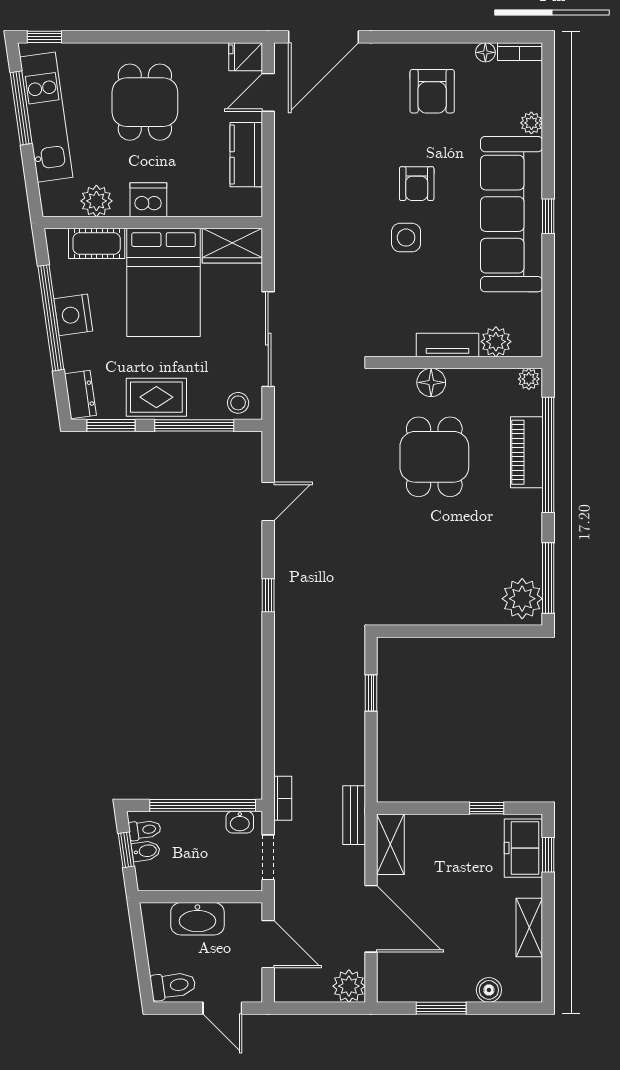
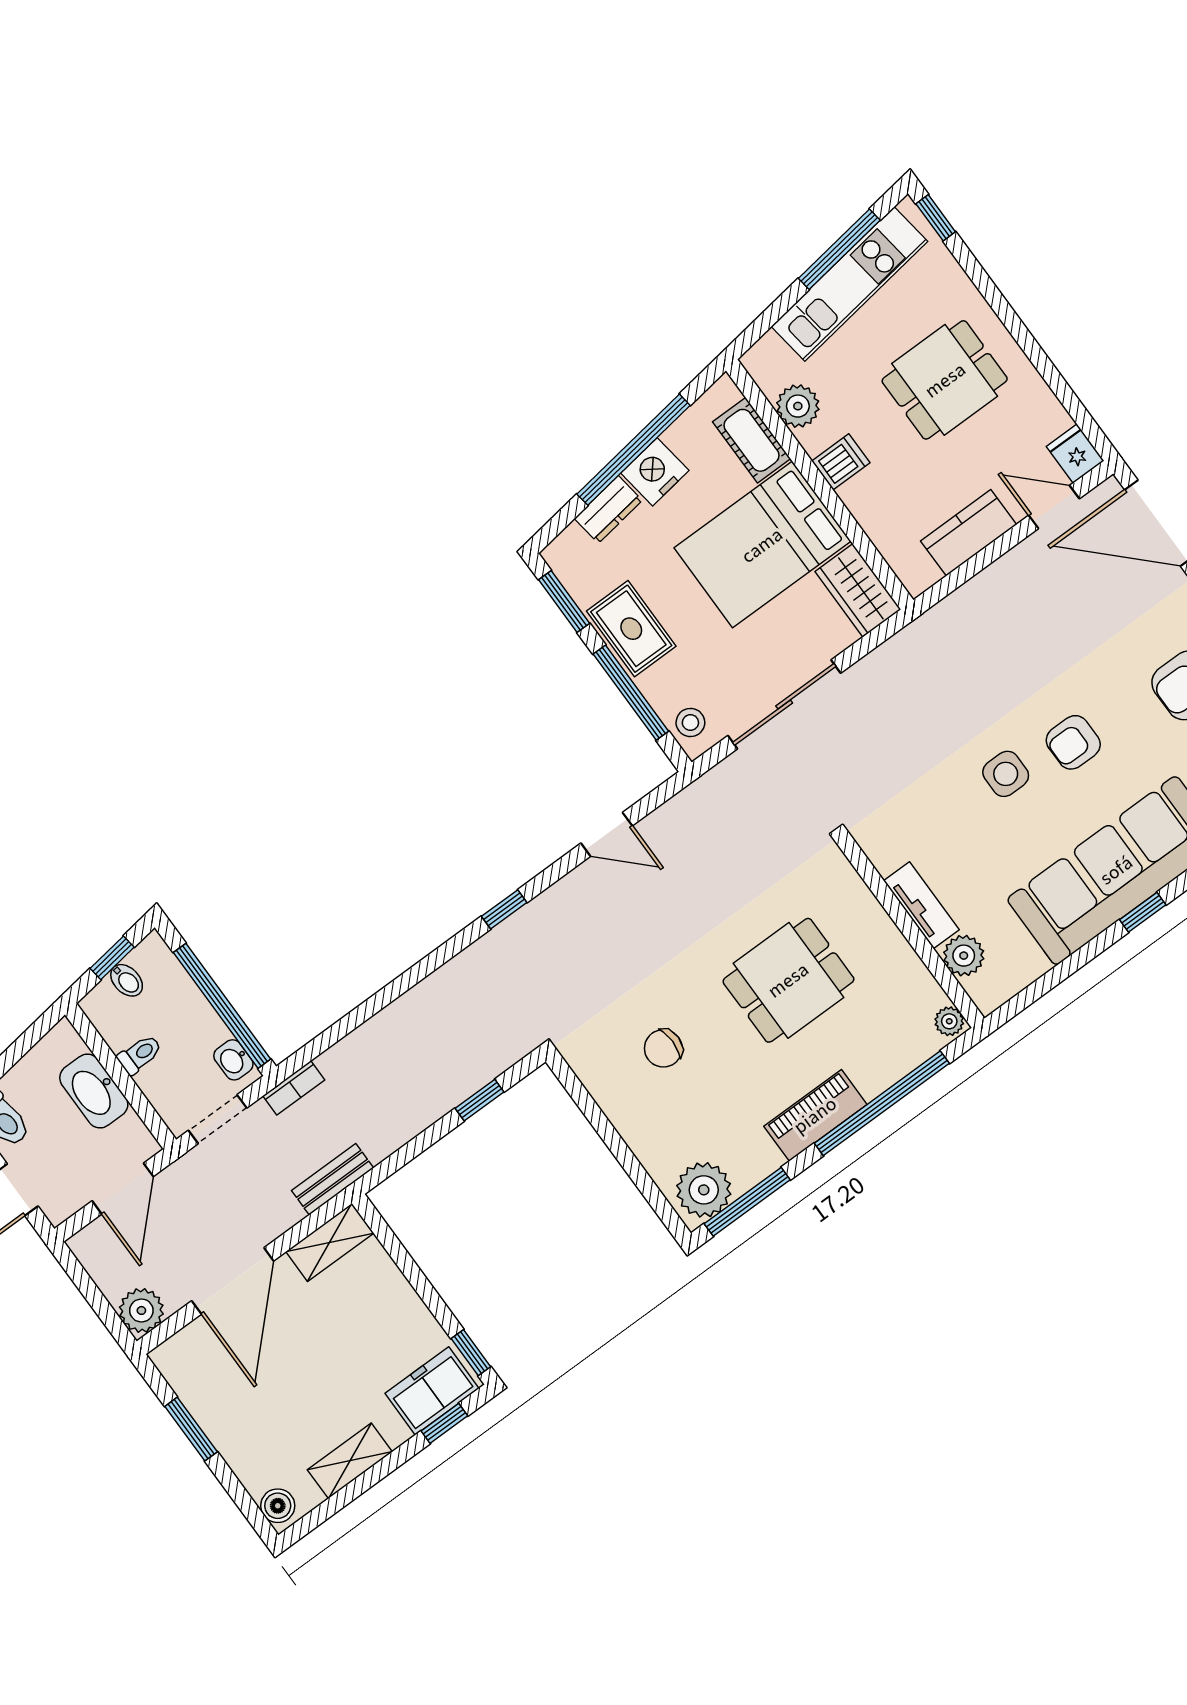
dishwasher: (148, 200) -> (841, 462), width x0.73
floor lamp: (431, 382) -> (867, 917), removed
dresser: (80, 395) -> (608, 509), moved
piano: (526, 452) -> (815, 1115), moved
chair: (420, 561) -> (663, 1048), added
window: (487, 808) -> (471, 1353), moved
toilet: (145, 830) -> (140, 1054), moved, turned -82
boiler: (489, 990) -> (278, 1506), moved

